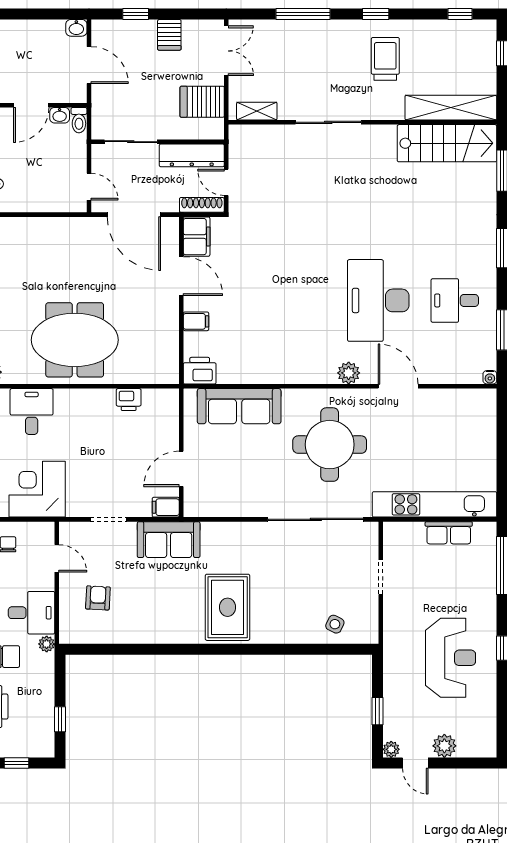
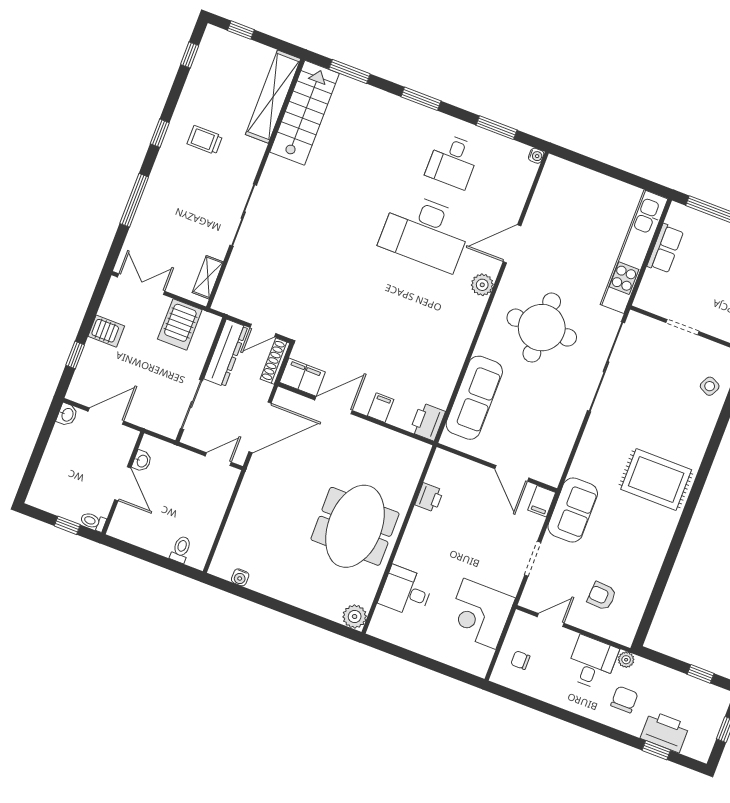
trolley: (385, 59) -> (205, 140), width x0.73, depth x0.72
toilet: (79, 120) -> (153, 445), removed

